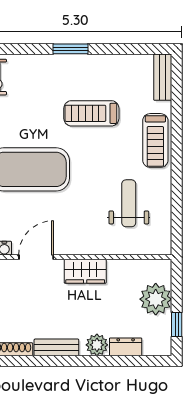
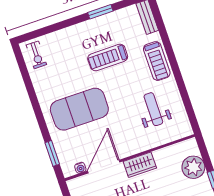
window: (71, 49) -> (100, 12), moved
door: (36, 257) -> (104, 167), width x1.36

